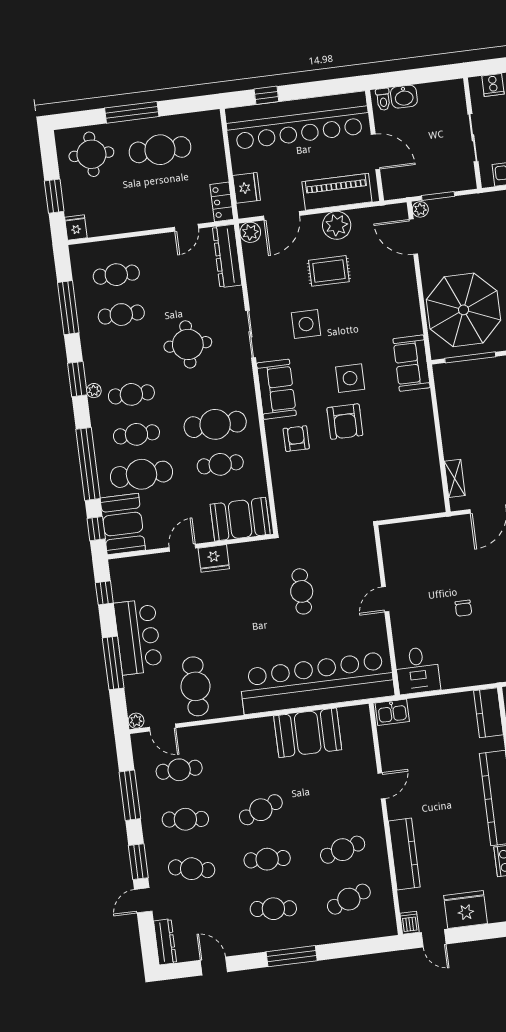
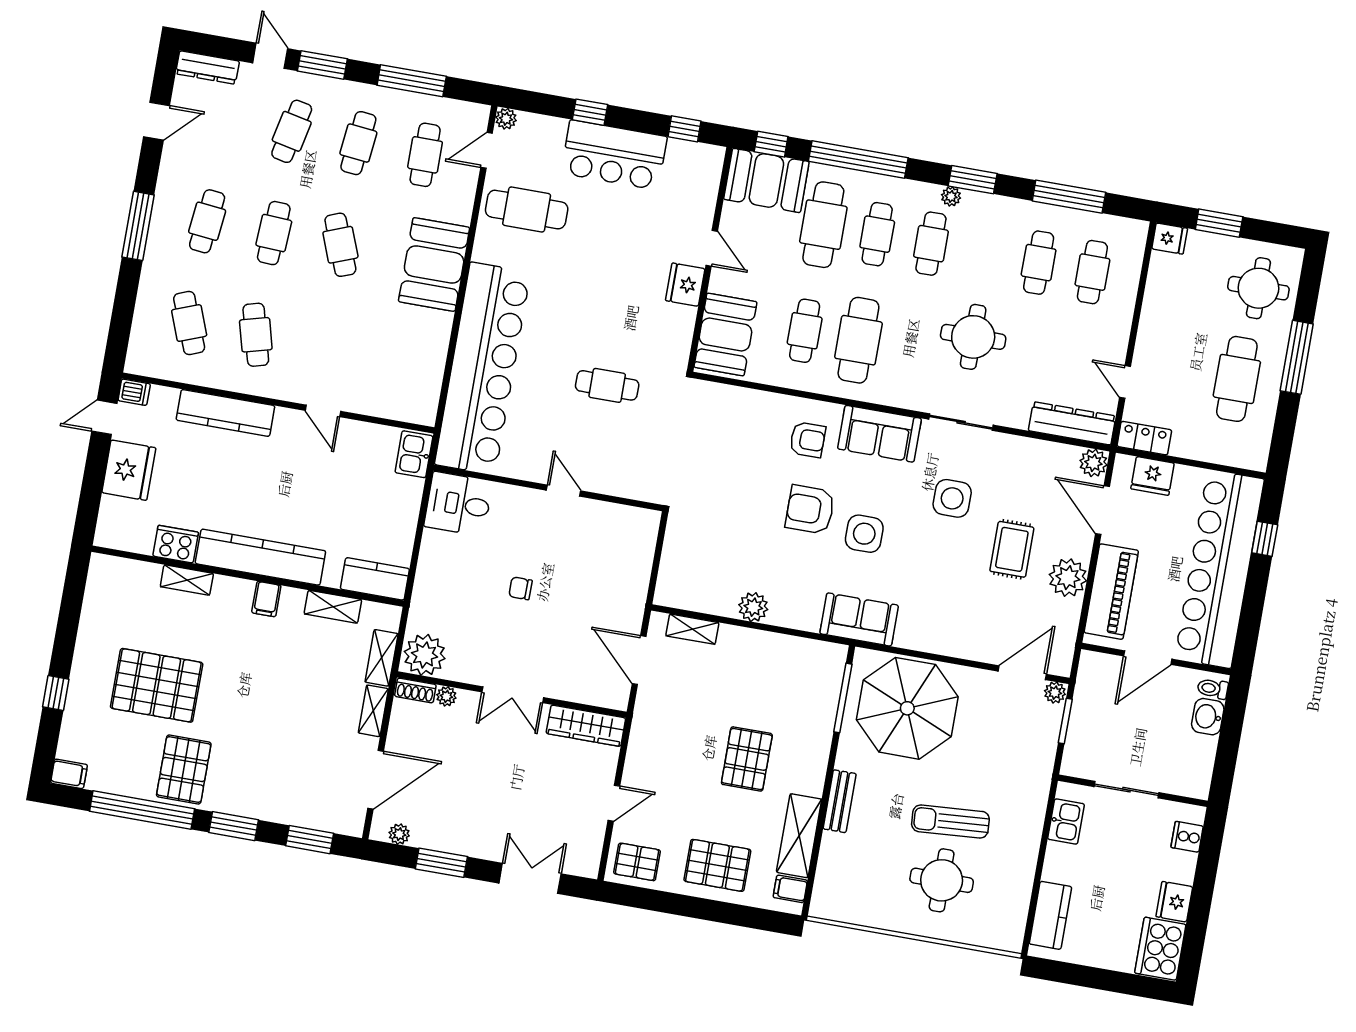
plant: (426, 440) -> (753, 607), added
window: (113, 663) -> (590, 112), width x0.46
booth: (308, 733) -> (434, 264), moved

